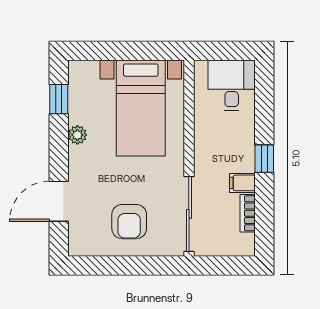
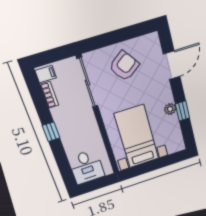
window: (59, 99) -> (182, 111), moved
filing cabinet: (242, 183) -> (46, 74), moved
armchair: (129, 222) -> (124, 66), turned 54

